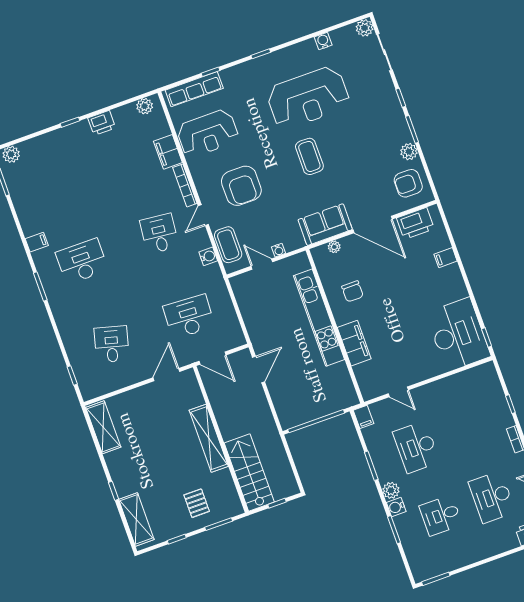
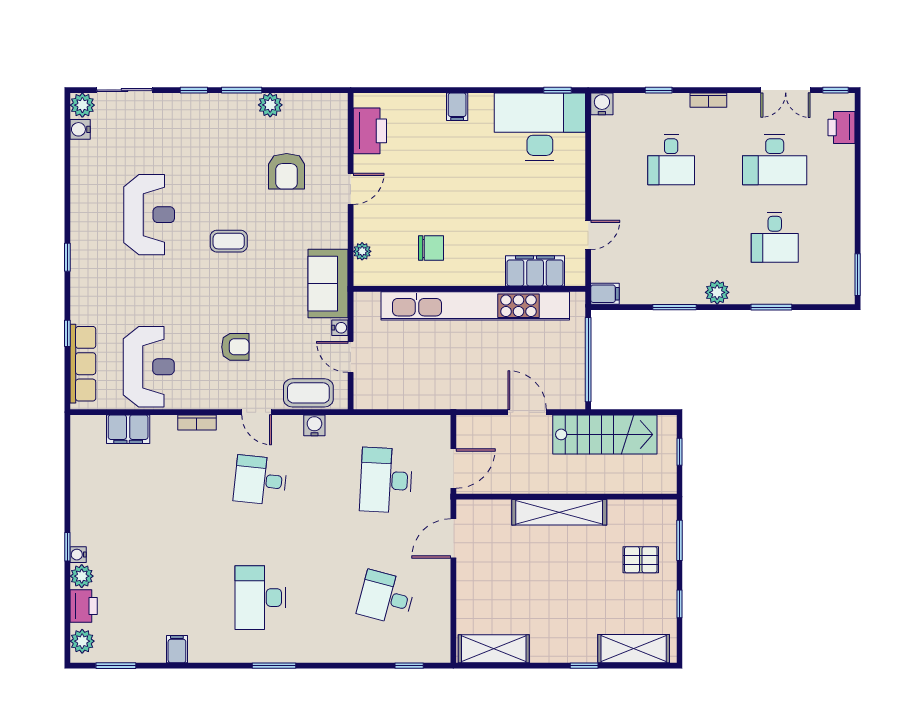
water cooler: (323, 41) -> (80, 129), moved
reception desk: (308, 98) -> (149, 215), width x0.74, depth x0.77
plant: (145, 106) -> (82, 576), moved
printer: (102, 123) -> (84, 606), moved
water cooler: (67, 131) -> (78, 555), added
filing cabinet: (168, 152) -> (128, 429), moved
coffee table: (309, 156) -> (229, 241), width x0.73, depth x0.77
armchair: (408, 183) -> (287, 171), moved
bookcase: (185, 185) -> (197, 423), width x0.64
armchair: (241, 186) -> (235, 347), width x0.53, depth x0.53
door: (373, 224) -> (351, 189), width x0.53
sofa: (325, 225) -> (328, 284), moved
filing cabinet: (37, 242) -> (177, 649), moved
filing cabinet: (446, 258) -> (457, 107), moved
door: (262, 264) -> (351, 357), hinge flipped
kitchen unit: (319, 318) -> (475, 306), width x1.36
filing cabinet: (354, 343) -> (535, 271), moved
door: (259, 370) -> (527, 412), moved
door: (166, 375) -> (453, 538), hinge flipped
desk: (416, 447) -> (671, 160), moved, width x0.73
stairs: (249, 472) -> (605, 434), moved, turned 180
water cooler: (396, 507) -> (602, 104), moved, turned 180

